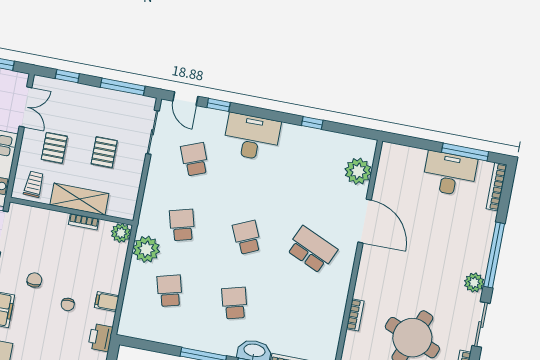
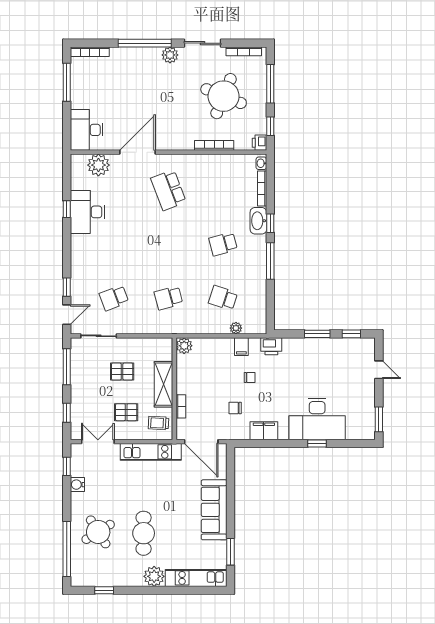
desk: (252, 137) -> (87, 212), moved
desk: (450, 174) -> (87, 130), moved
bookcase: (84, 222) -> (181, 406), moved
school desk: (247, 237) -> (168, 244), removed
plant: (146, 249) -> (236, 328), moved, width x0.53, depth x0.53
school desk: (312, 250) -> (168, 190), turned -45
school desk: (170, 291) -> (223, 298), turned 33
bookcase: (355, 315) -> (214, 145), width x1.56

